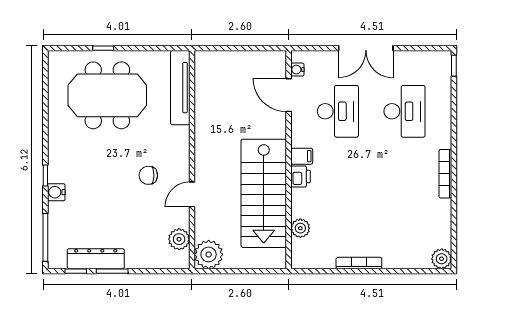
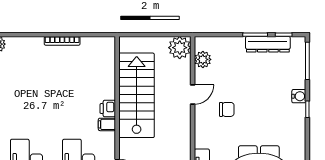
plant: (300, 228) -> (108, 68), removed

